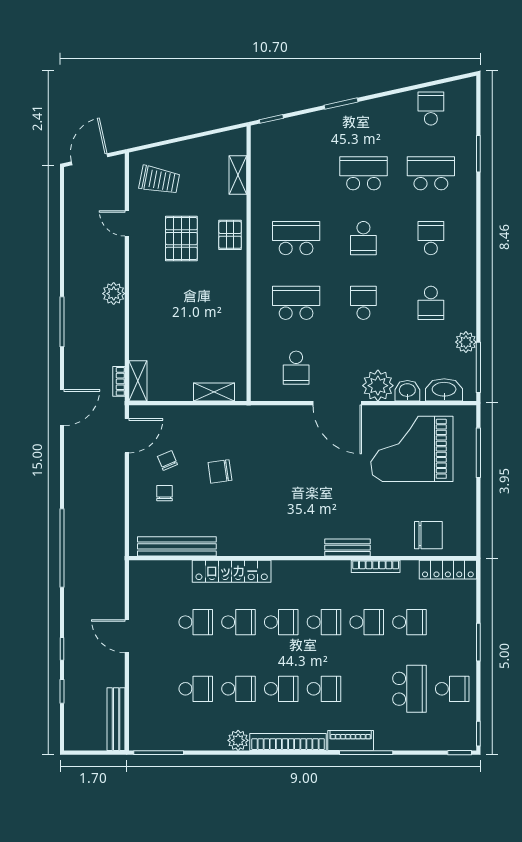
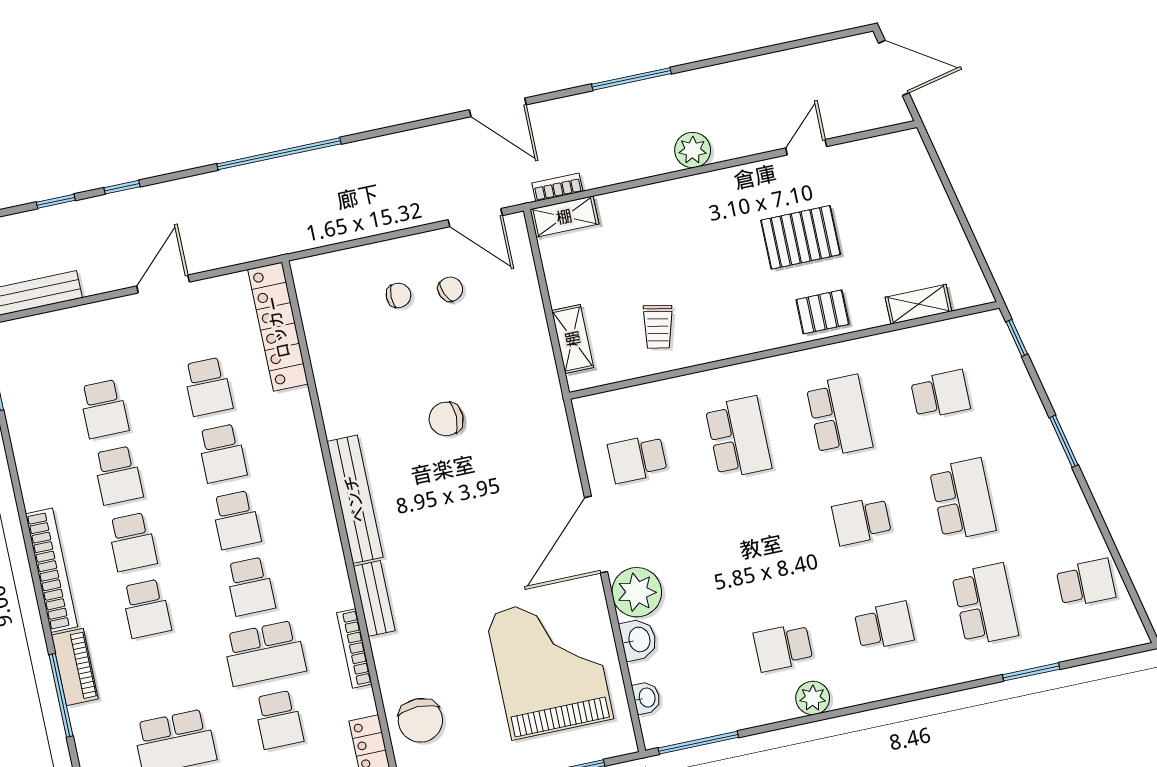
trolley: (159, 180) -> (658, 327), moved, width x0.73, depth x0.72
school desk: (363, 303) -> (940, 394), moved
plant: (466, 342) -> (813, 698), moved
washbasin: (444, 390) -> (646, 698), width x0.52, depth x0.69
chair: (220, 471) -> (446, 419), moved, turned -82
bench: (177, 546) -> (355, 499), moved
locker: (232, 571) -> (278, 327), moved
school desk: (367, 622) -> (265, 653), width x1.85
plant: (238, 740) -> (38, 492), removed

